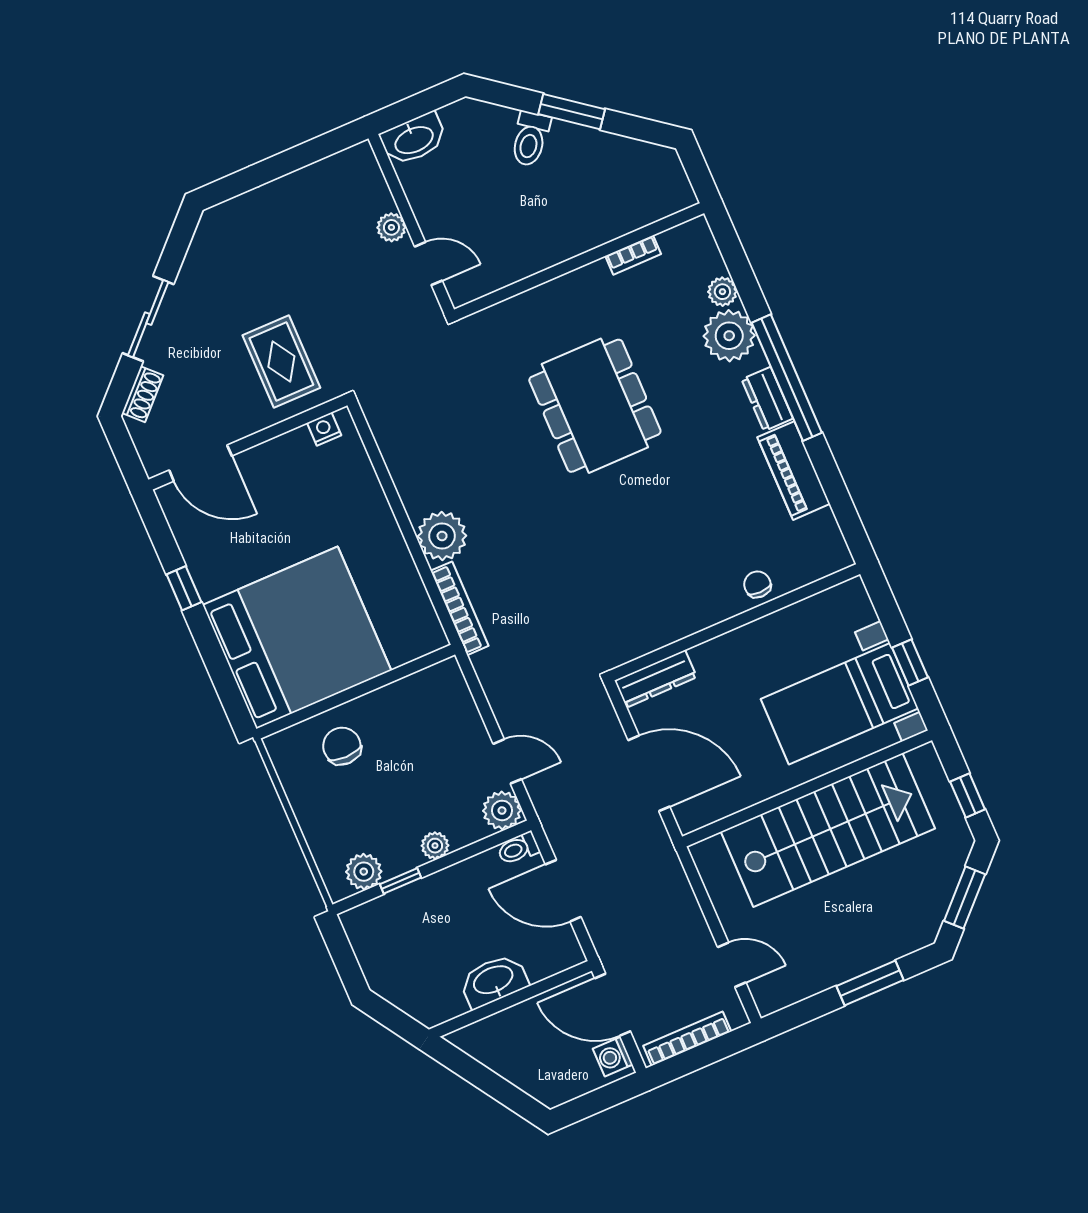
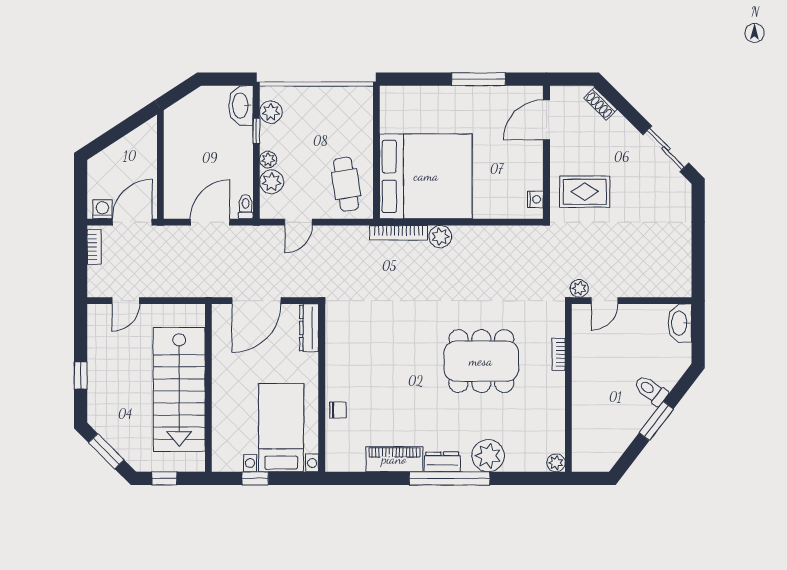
plant: (391, 227) -> (579, 288), moved
bookcase: (633, 255) -> (559, 354), moved
plant: (722, 292) -> (556, 463), moved
sliding door: (148, 319) -> (666, 149), moved
plant: (442, 536) -> (440, 237), width x0.73, depth x0.73
window: (184, 588) -> (479, 79), width x2.17
bed: (297, 638) -> (426, 176), moved, turned -90
bed with nightstands: (840, 704) -> (281, 428), moved
cafe table: (421, 716) -> (346, 184), added
chair: (342, 746) -> (348, 131), removed
plant: (502, 810) -> (272, 182), moved
washbasin: (494, 981) -> (241, 106), moved, turned 180
window: (870, 983) -> (81, 376), width x0.67
bookcase: (687, 1039) -> (94, 247), width x0.64

